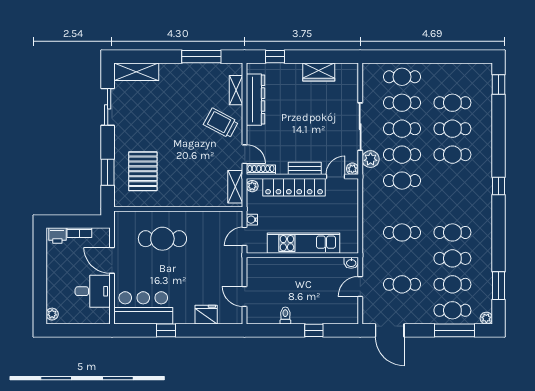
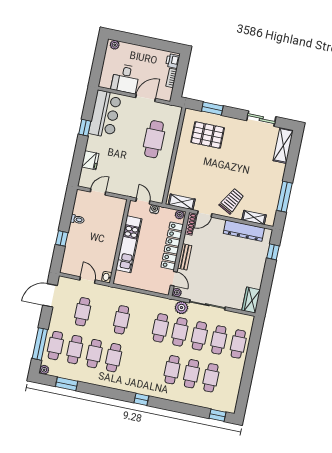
wardrobe: (319, 72) -> (251, 300), moved

